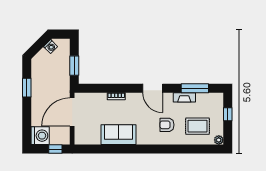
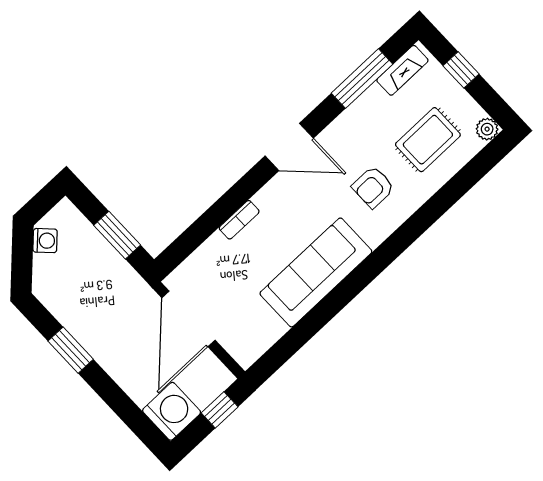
fireplace: (184, 97) -> (402, 70), moved
sofa: (118, 135) -> (316, 272), width x1.36

